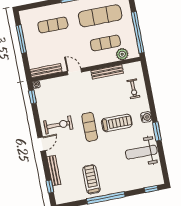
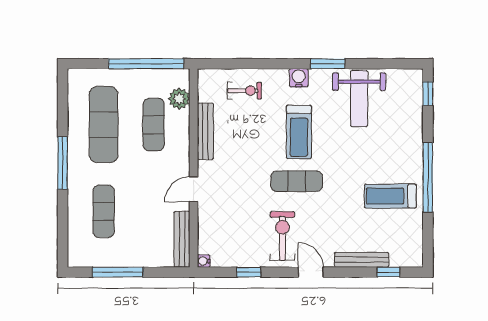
window: (32, 97) -> (249, 272), moved
treadmill: (117, 123) -> (299, 132), turned 180

